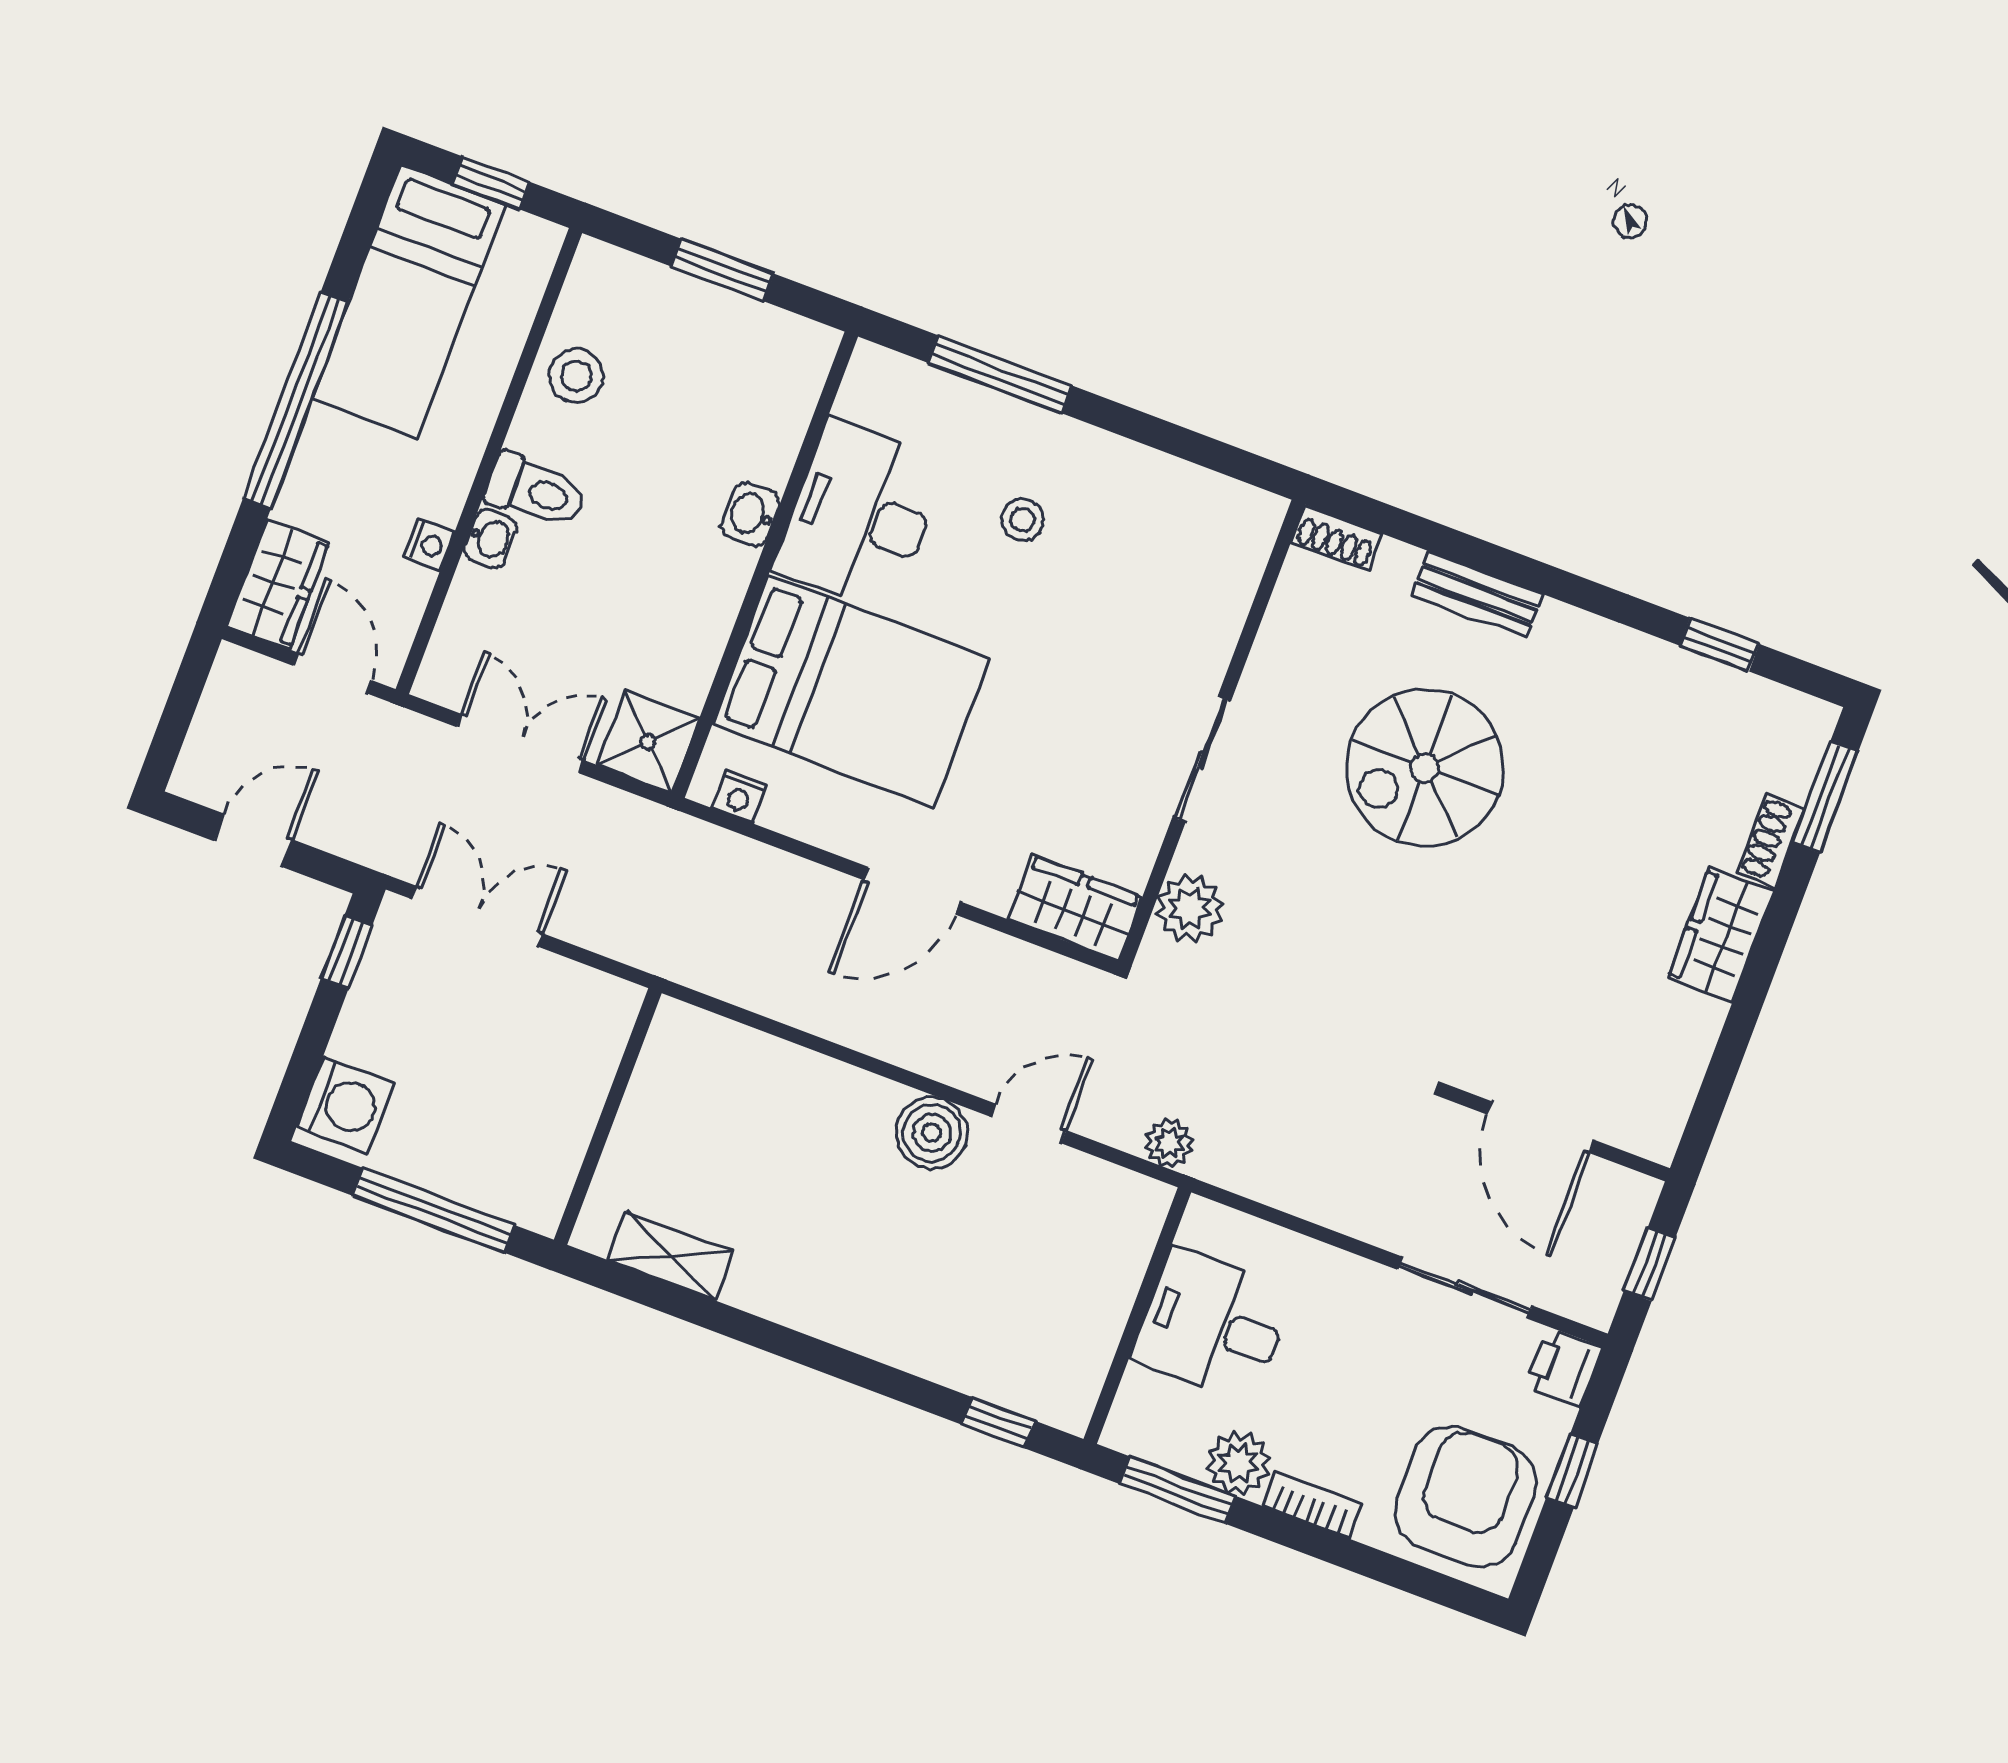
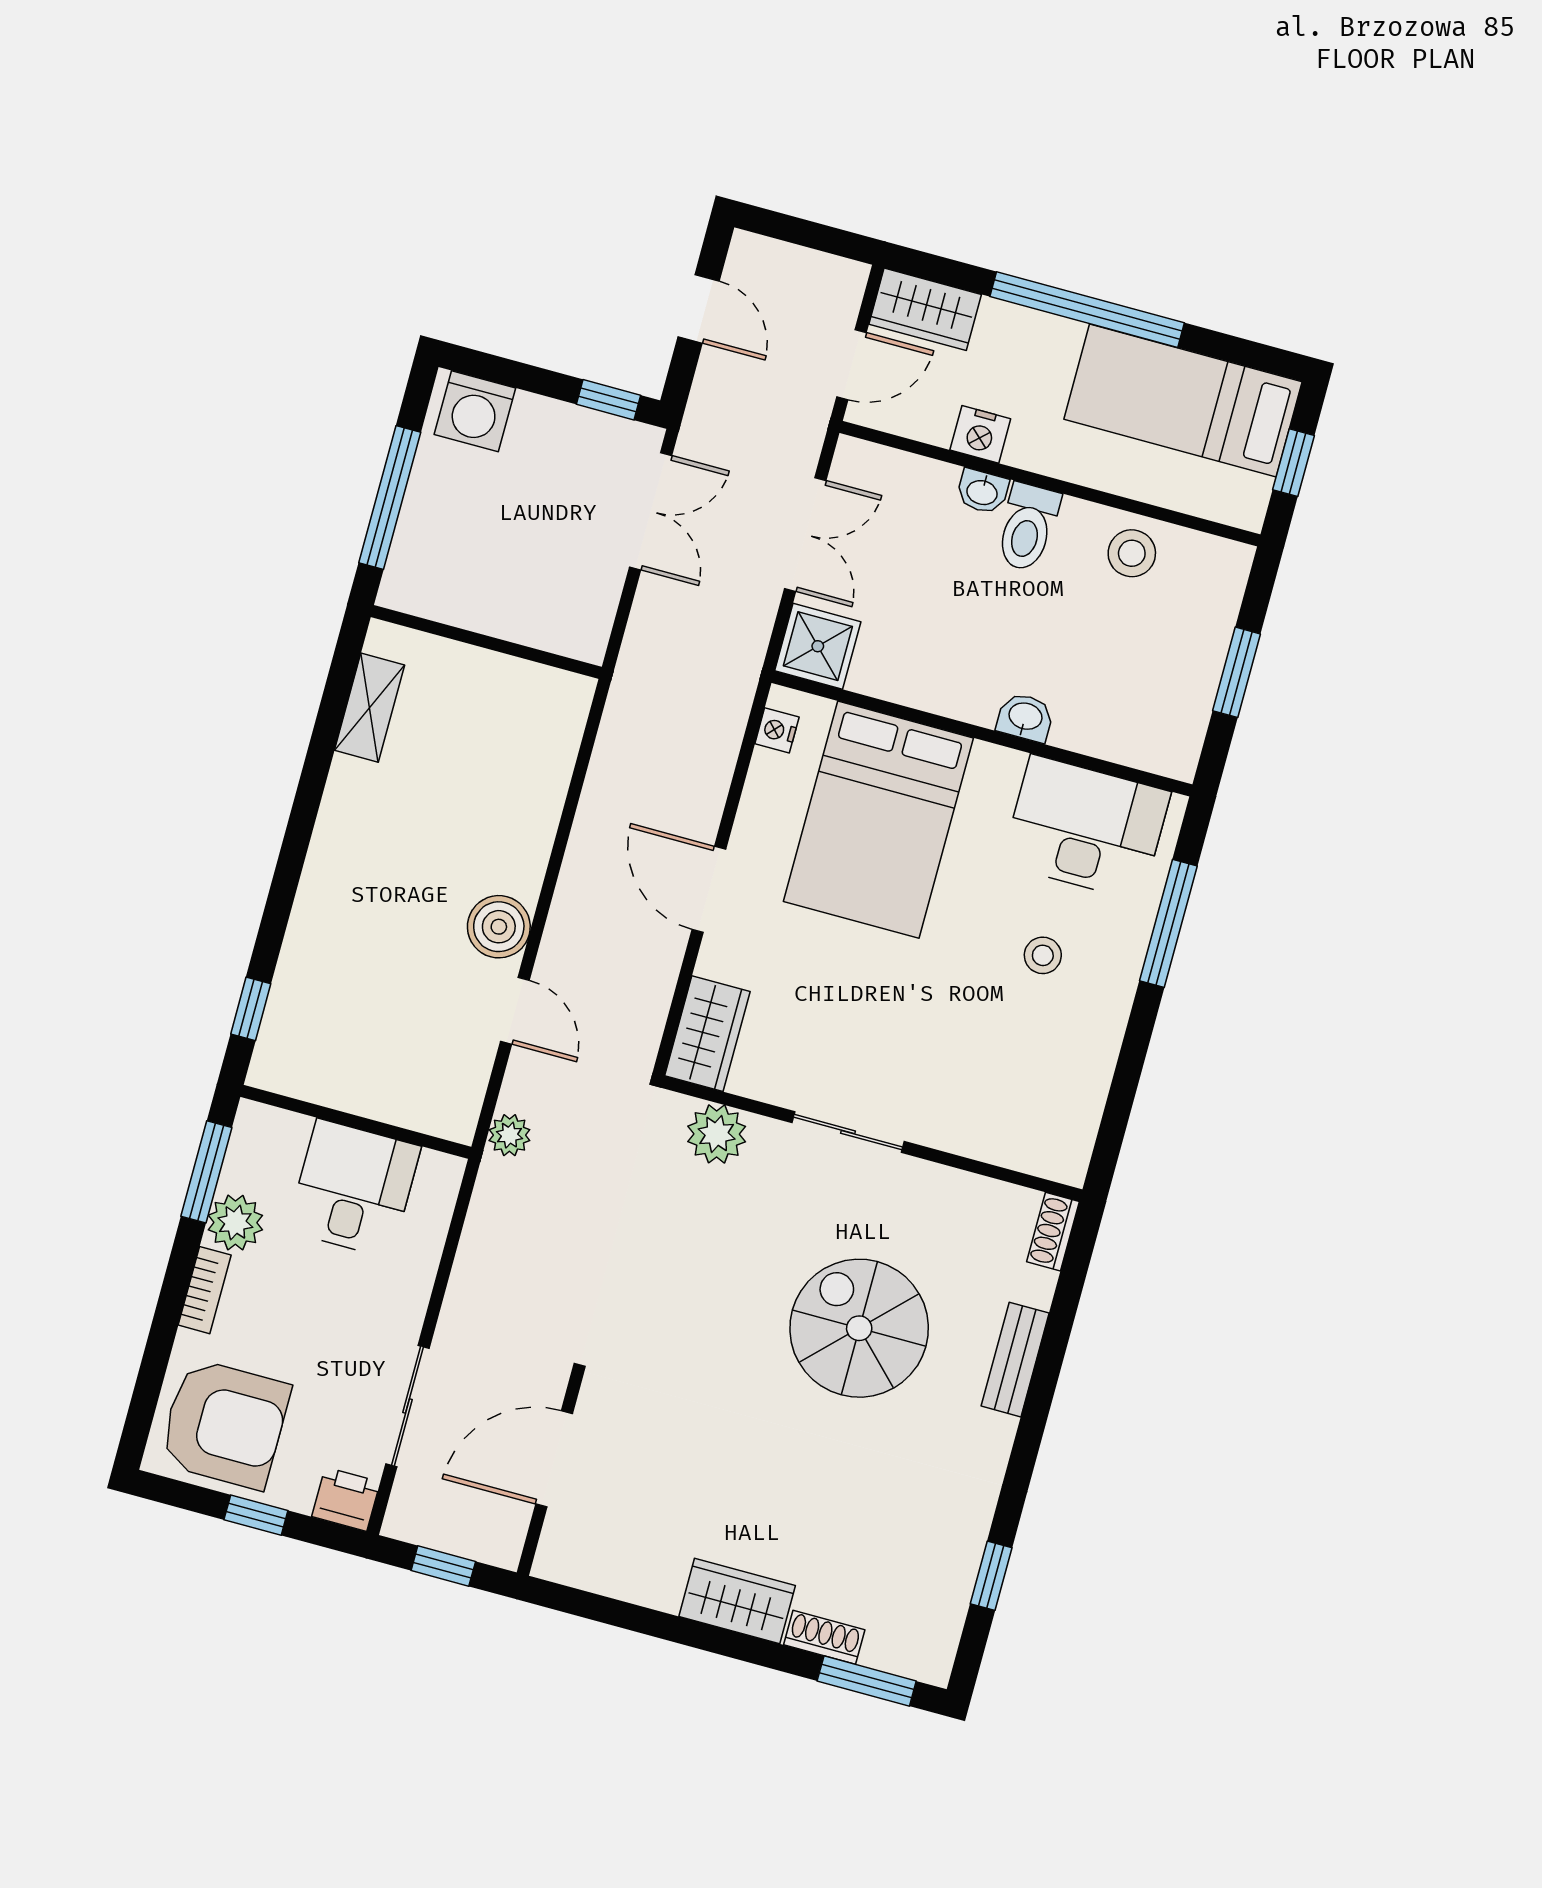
desk: (861, 516) -> (1086, 828), moved
nightstand: (429, 545) -> (980, 434), width x1.39, depth x1.35

